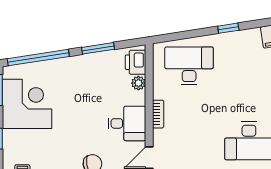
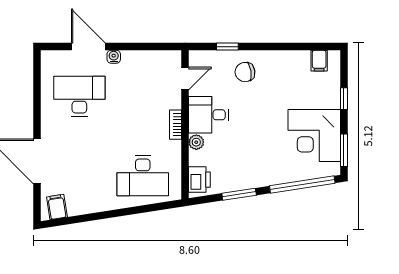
window: (228, 28) -> (101, 216), removed
plant: (138, 83) -> (196, 142), moved

